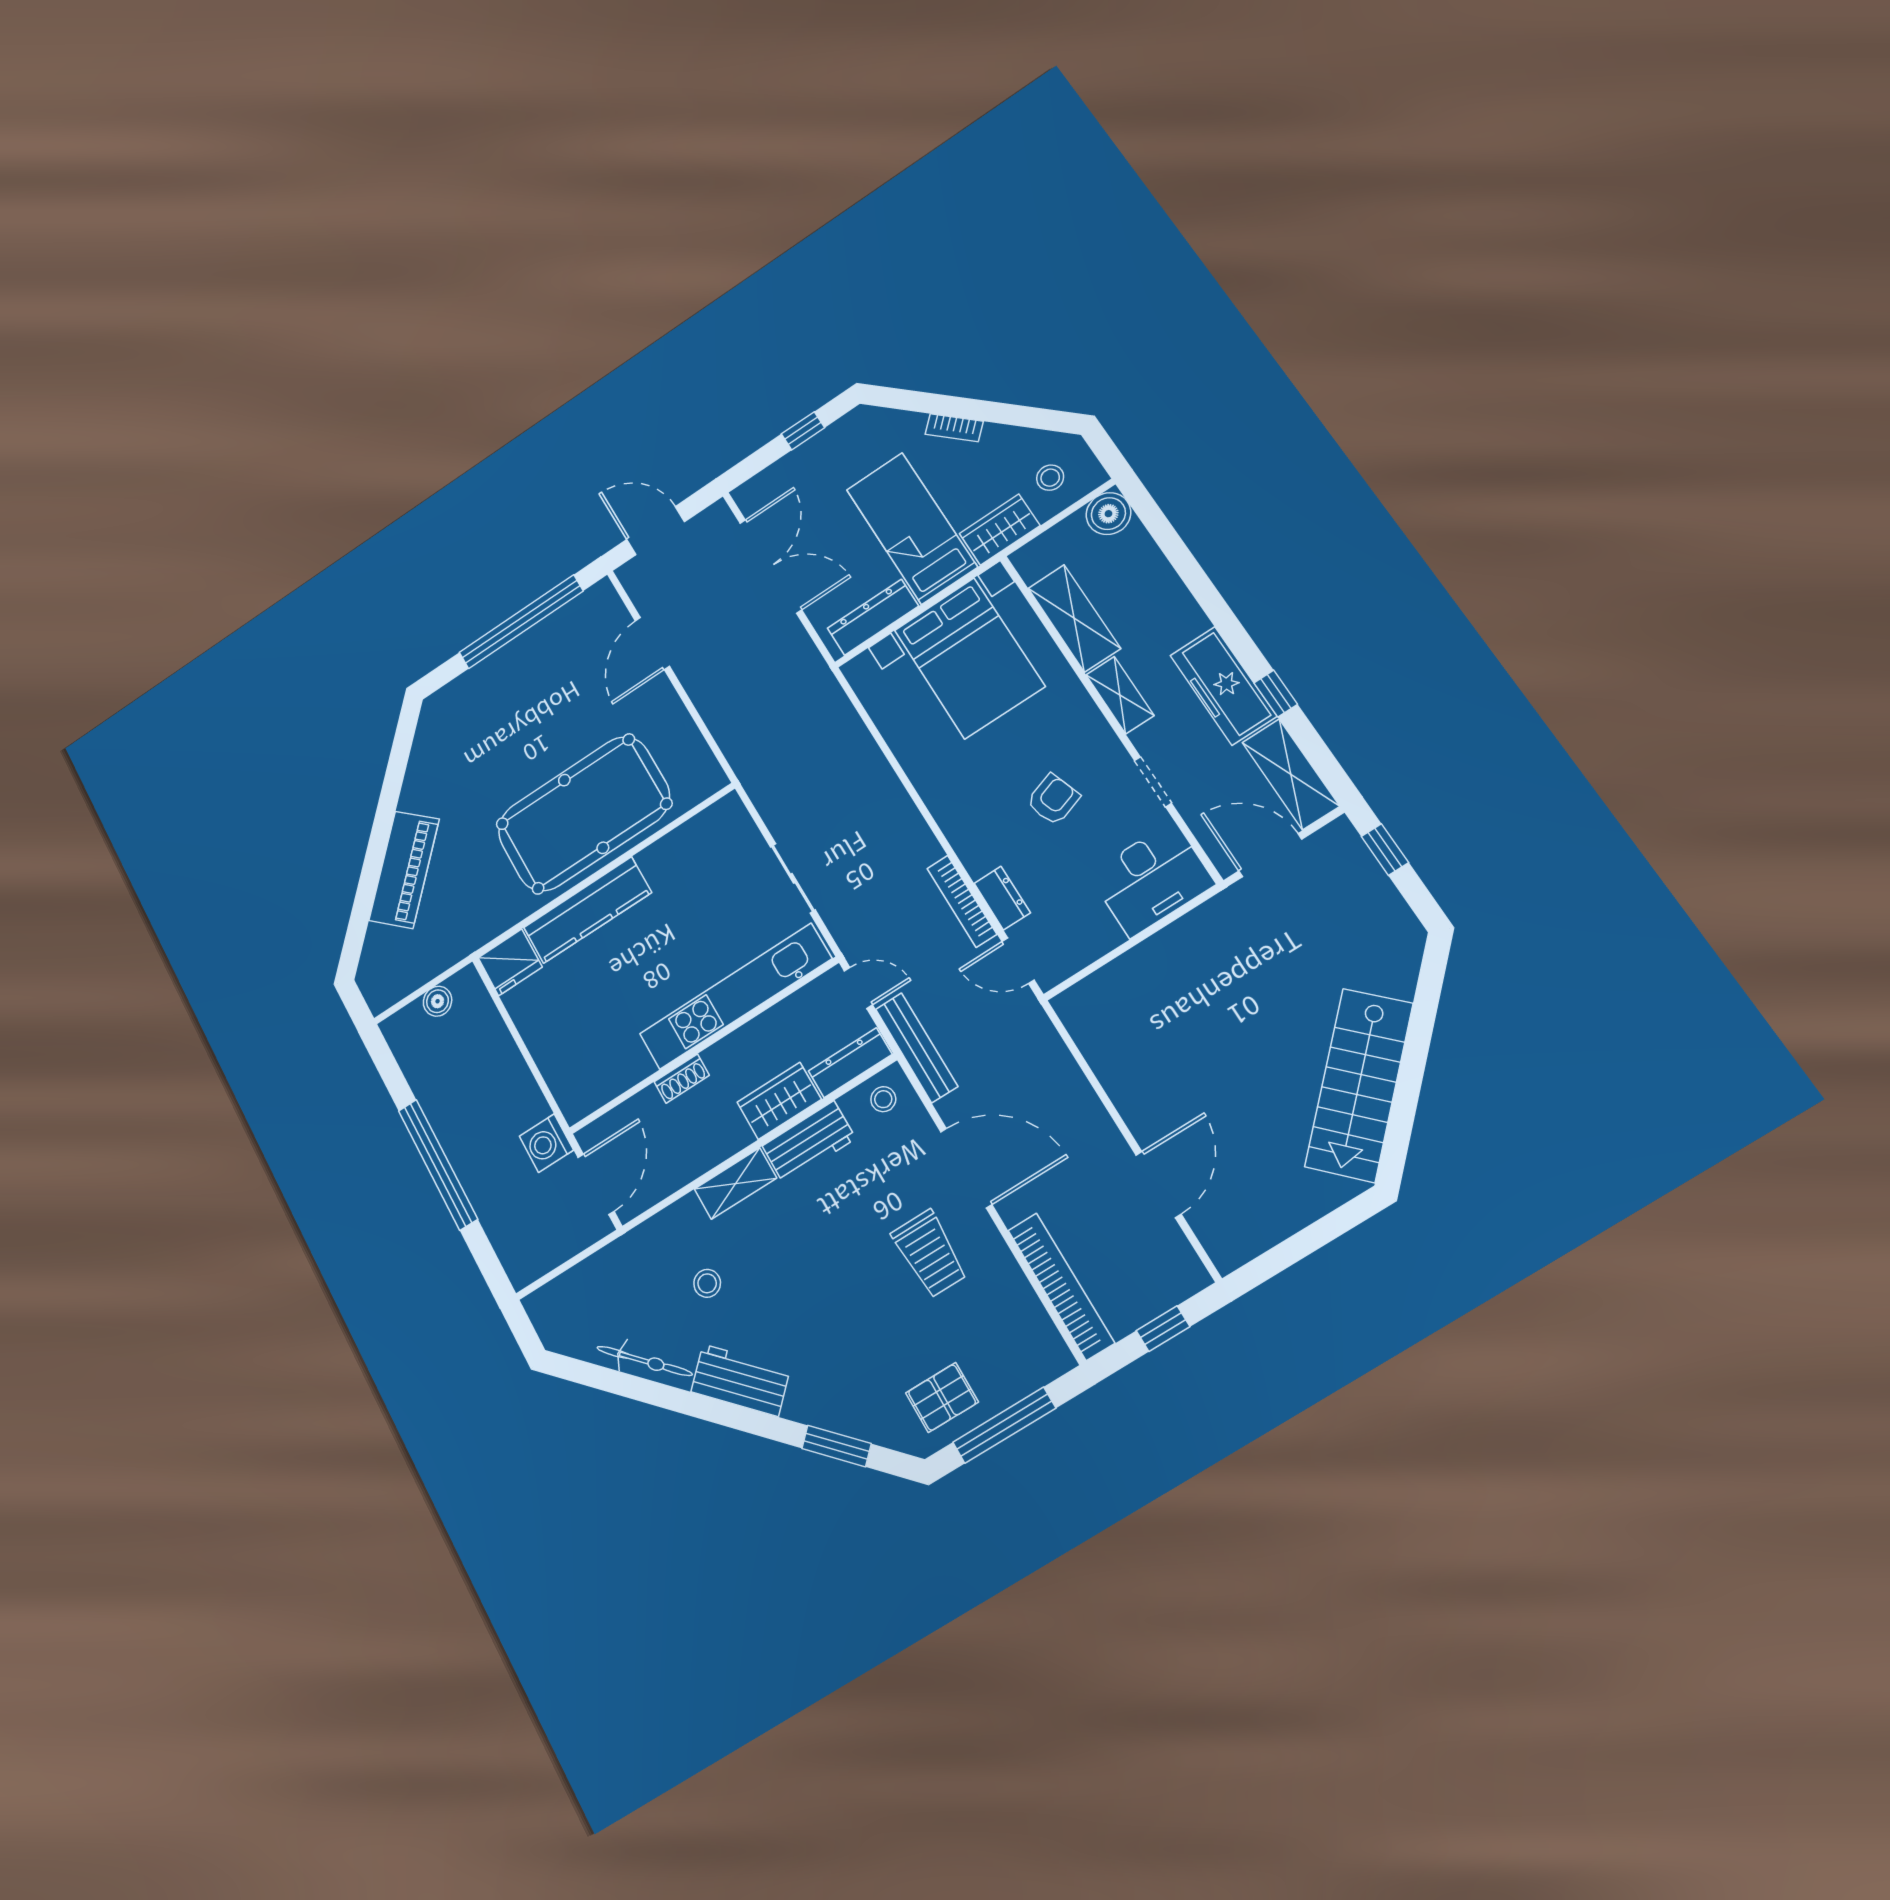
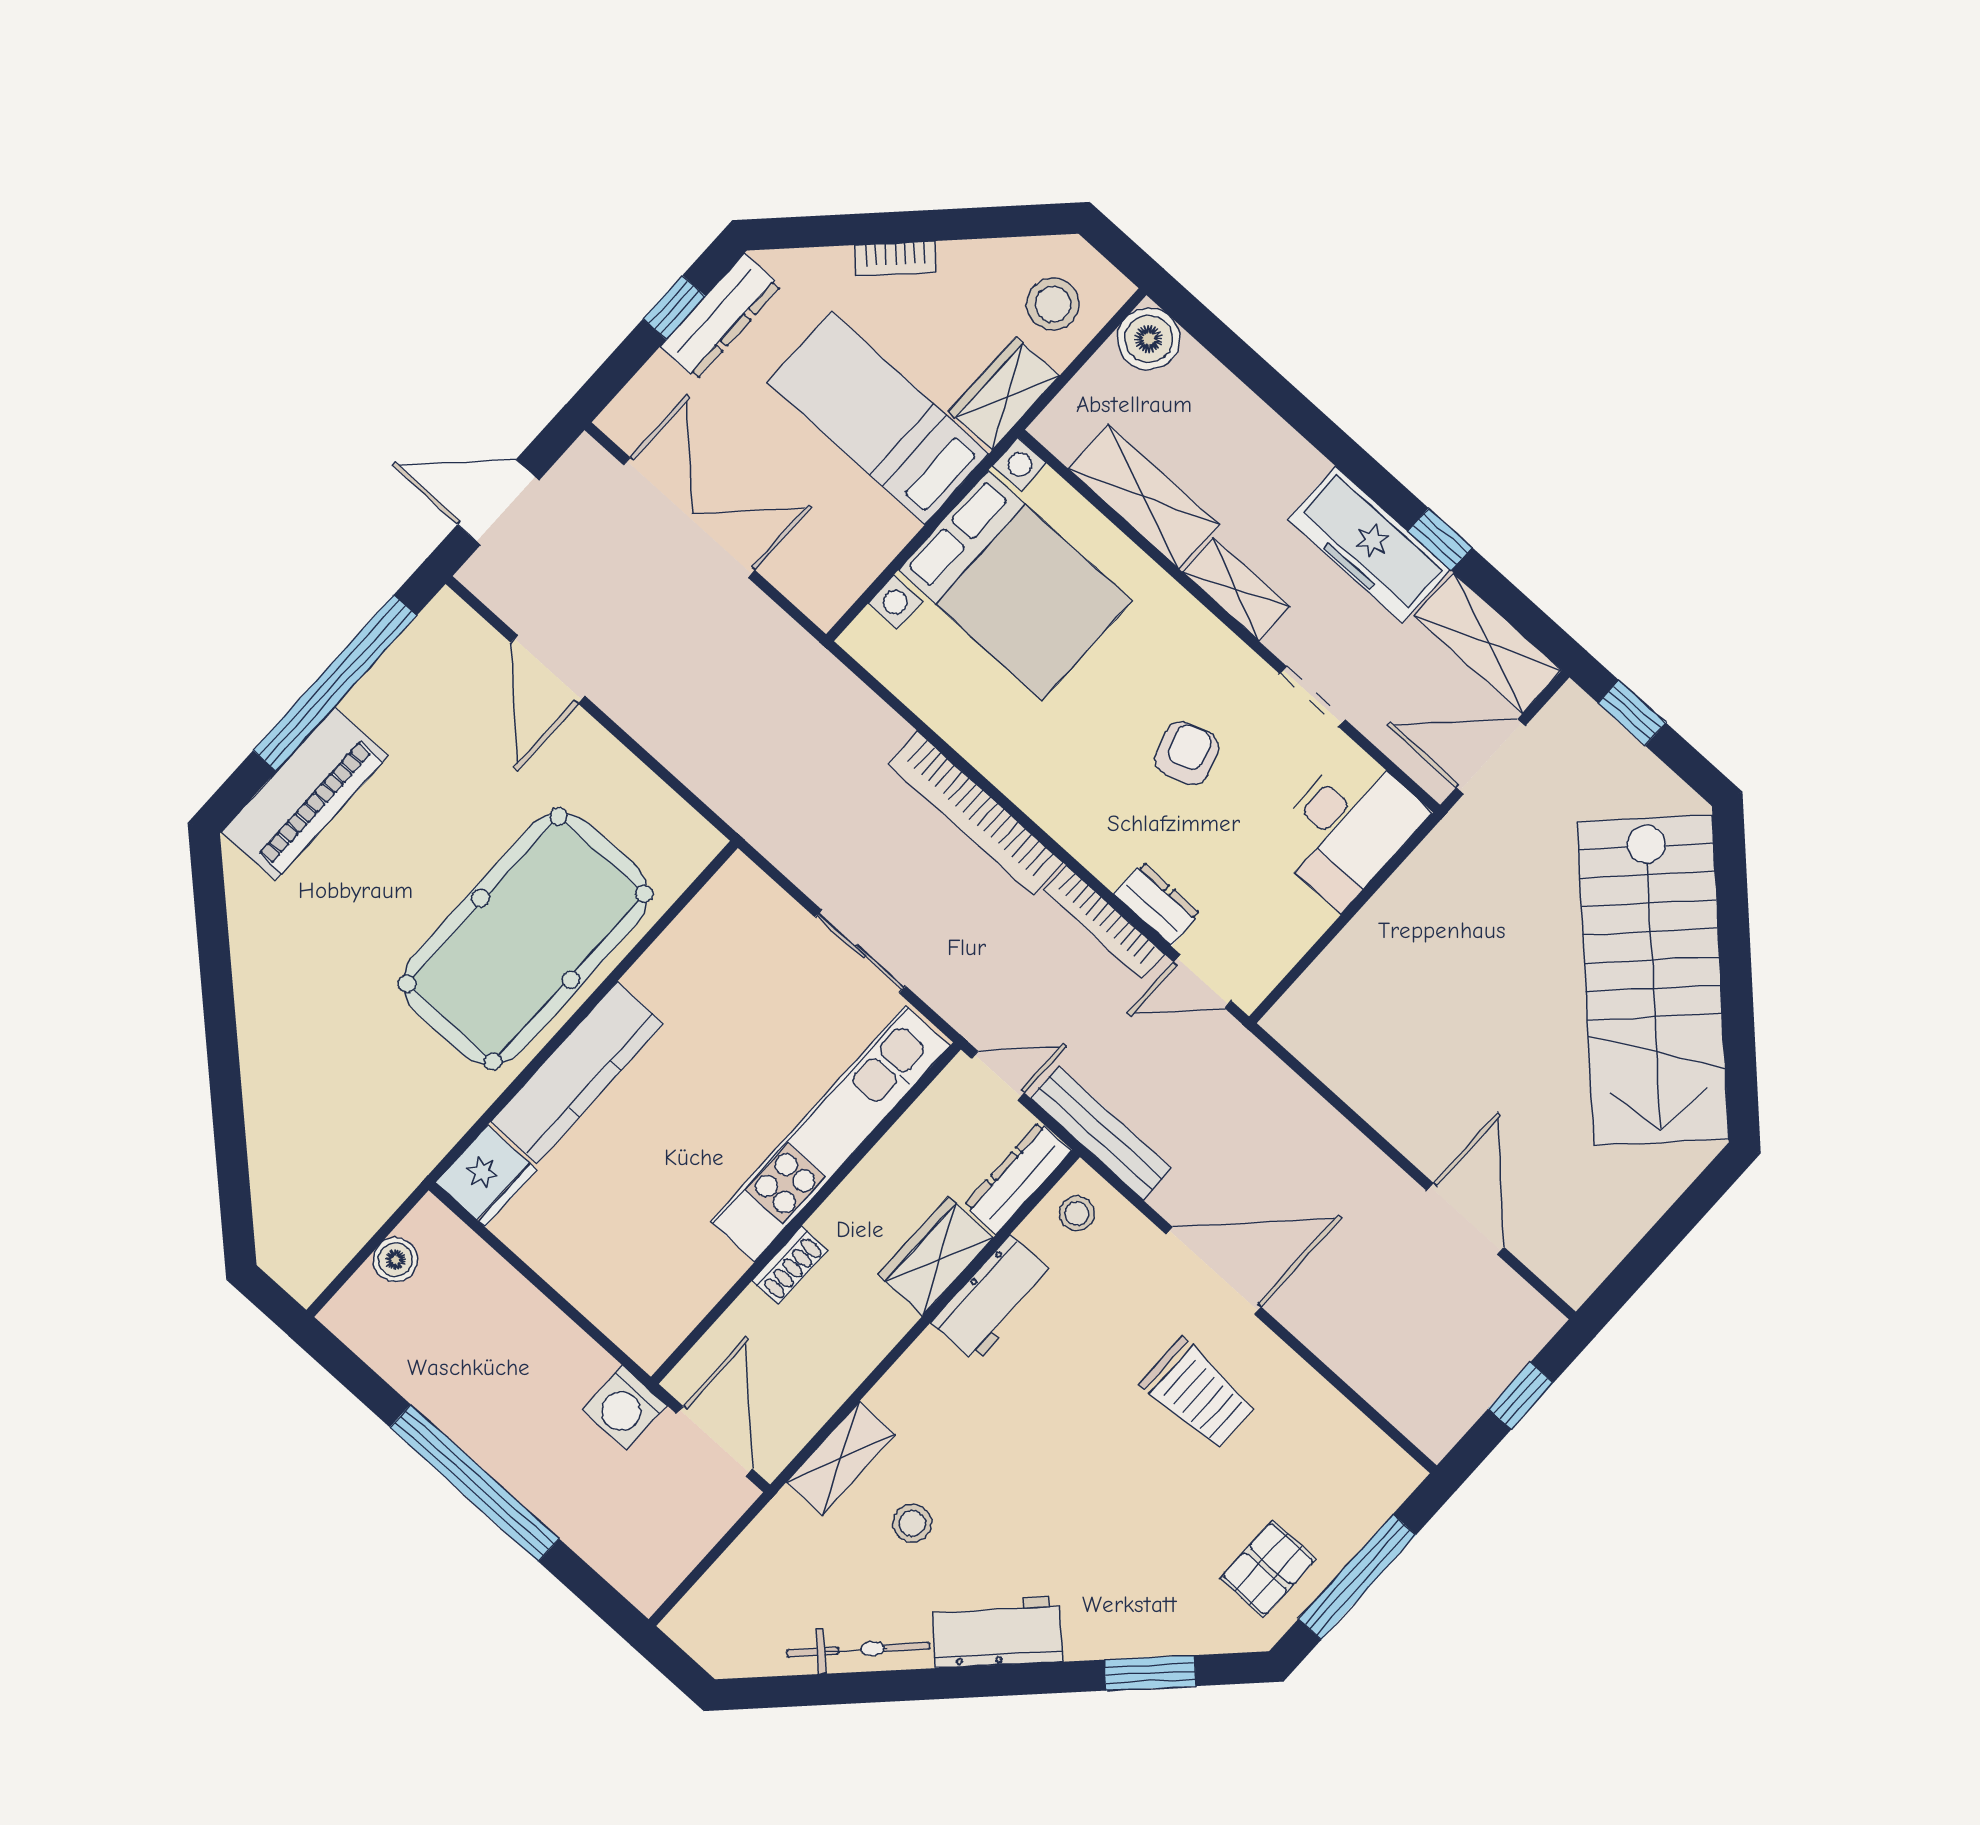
stool: (1050, 478) -> (1053, 304), width x1.37, depth x1.37
dresser: (873, 617) -> (721, 316), moved, turned 180
piano: (404, 870) -> (305, 794), moved, turned 47
stairs: (1359, 1085) -> (1653, 980), width x1.36, depth x1.51
shelving: (735, 1183) -> (841, 1458), moved
bookcase: (1061, 1286) -> (975, 813), moved, turned 180

